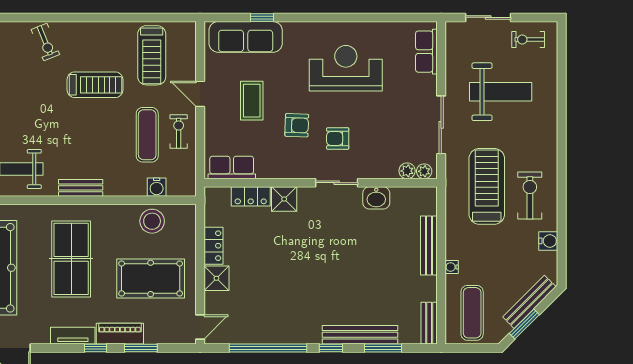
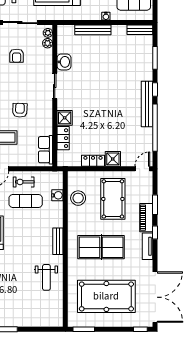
armchair: (338, 138) -> (17, 56), moved
door: (200, 327) -> (142, 169), hinge flipped
bench: (360, 335) -> (147, 104), moved

